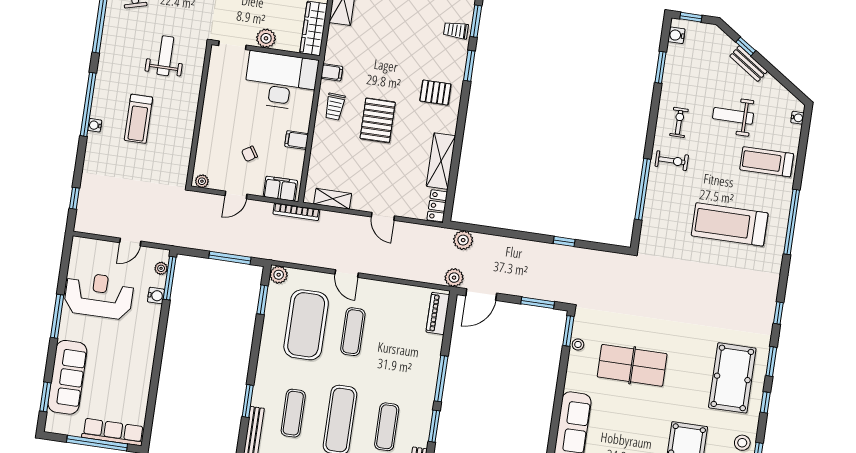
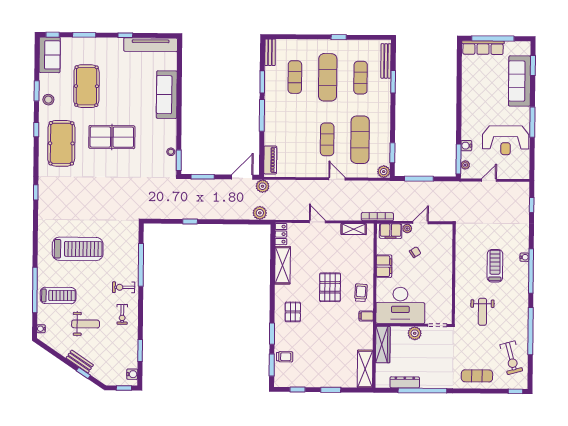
pallet: (435, 93) -> (293, 312), turned 90
filing cabinet: (297, 140) -> (384, 266), width x2.00
plant: (202, 181) -> (407, 228), moved
window: (792, 222) -> (35, 290), moved
exercise mat: (306, 325) -> (360, 140), width x0.68
window: (771, 361) -> (36, 158), removed
table tennis table: (632, 365) -> (112, 137), moved

